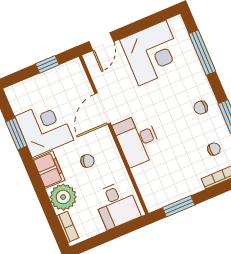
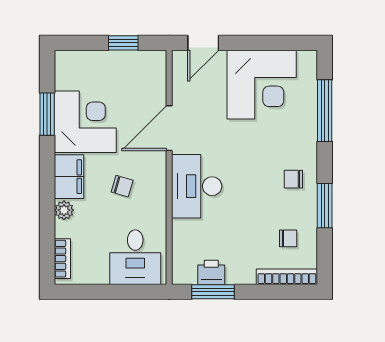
printer: (172, 194) -> (211, 272), added
plant: (63, 197) -> (64, 210), width x0.53, depth x0.53

